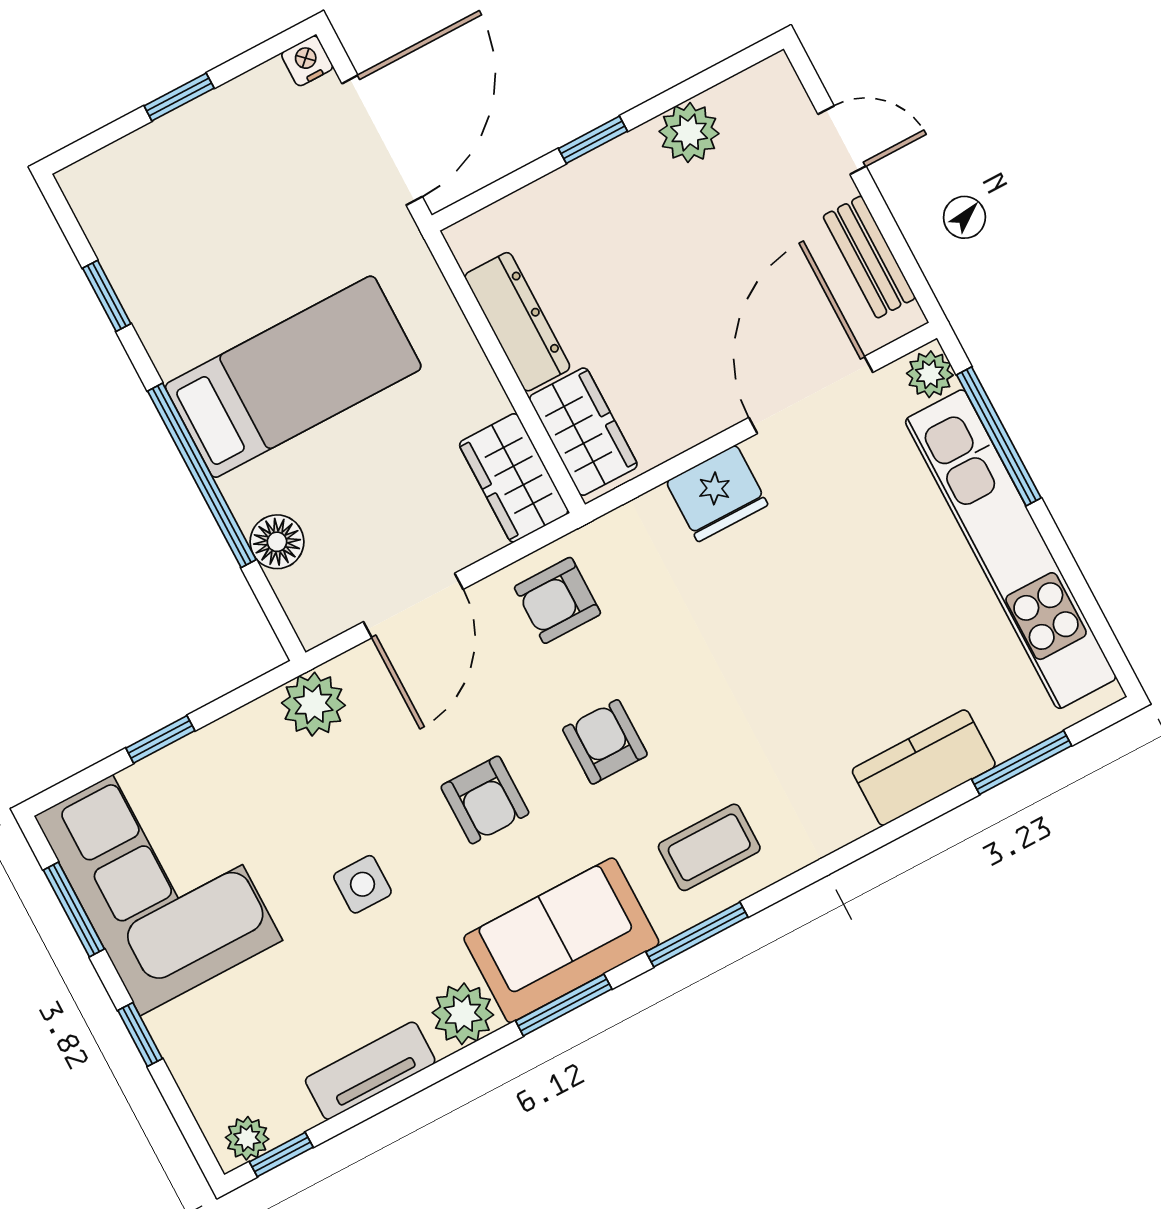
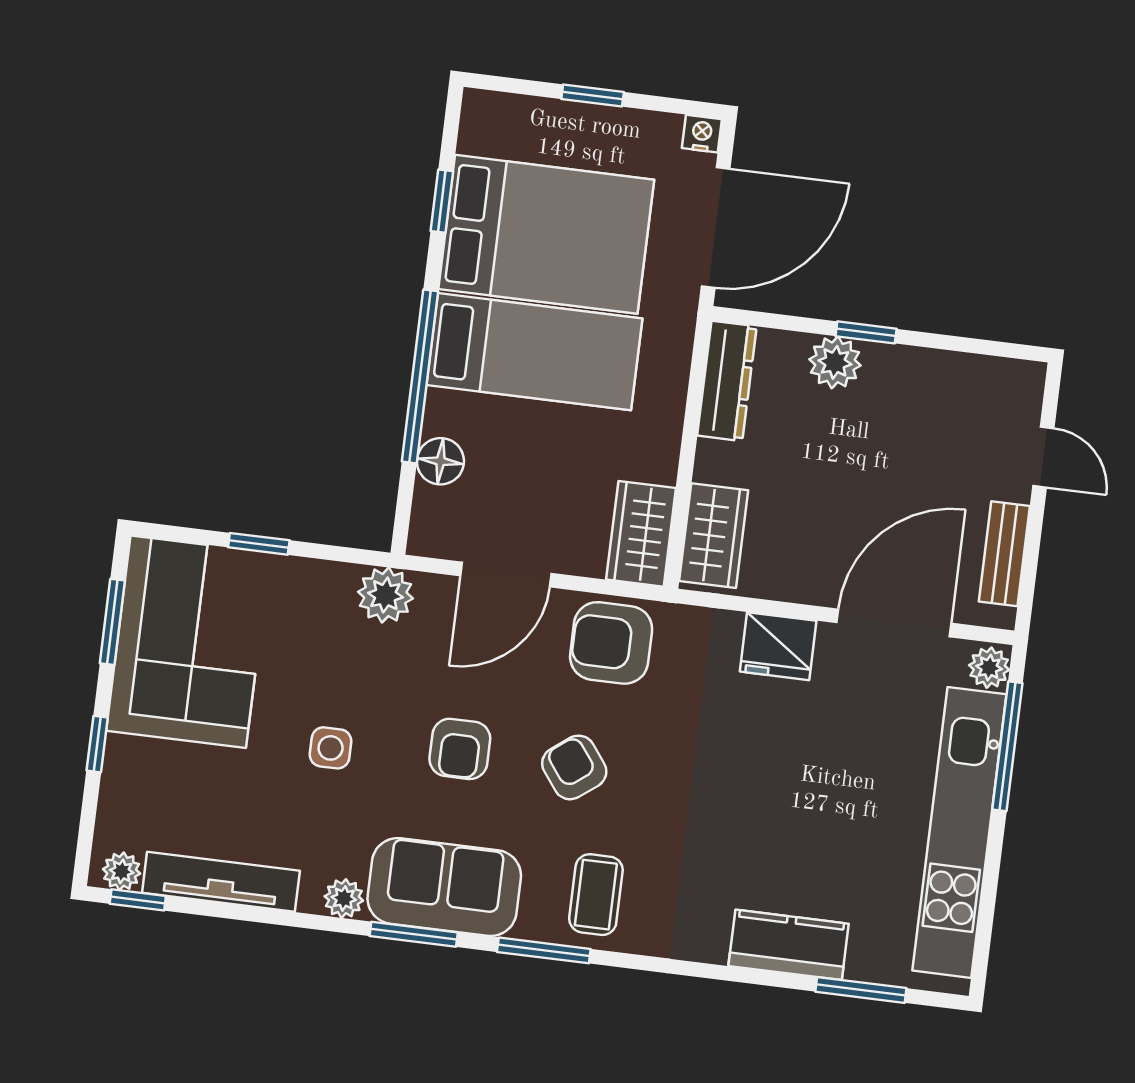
plant: (689, 132) -> (835, 362), moved
bed: (227, 258) -> (546, 234), added
dresser: (517, 322) -> (727, 381), moved
armchair: (557, 600) -> (611, 643), width x1.38, depth x1.38
armchair: (605, 742) -> (574, 767), turned -37
coffee table: (709, 847) -> (596, 895), turned 90
plant: (463, 1014) -> (344, 898), width x0.73, depth x0.73
tv unit: (370, 1071) -> (221, 882), width x1.41

